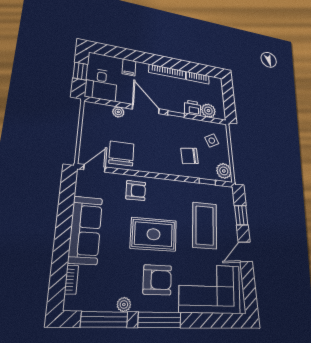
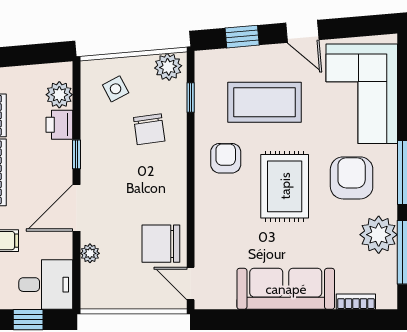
armchair: (136, 191) -> (226, 158), moved
plant: (124, 304) -> (379, 235), width x1.88, depth x1.88

